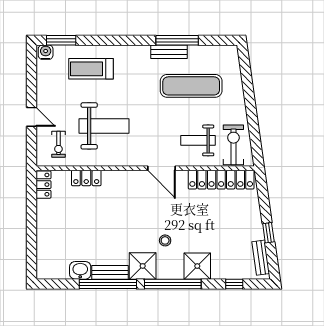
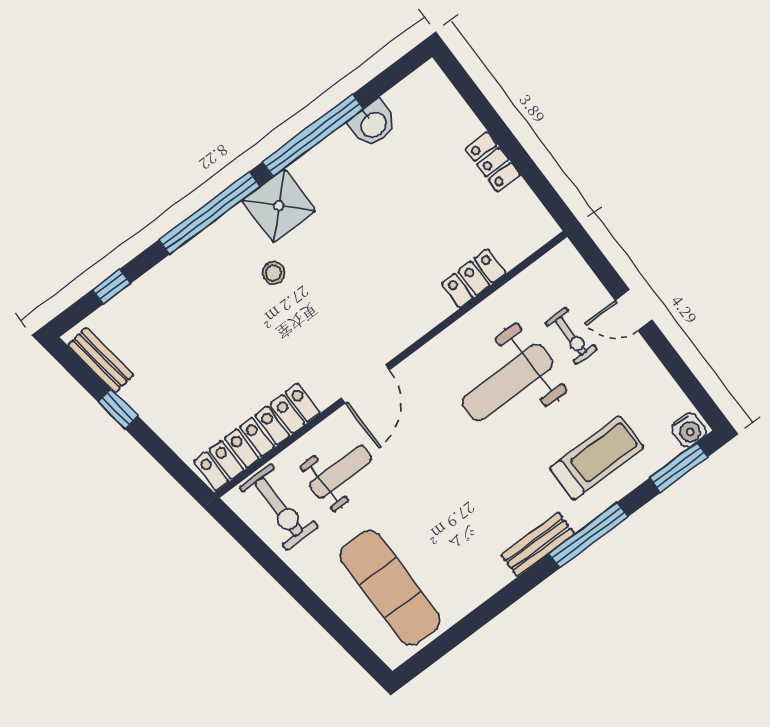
window: (177, 40) -> (588, 535), moved
bench: (169, 52) -> (538, 544), moved
exercise mat: (191, 86) -> (390, 588), moved, turned 90
exercise bike: (58, 144) -> (571, 336), moved, turned 180
door: (162, 168) -> (365, 384), swing flipped
locker: (44, 185) -> (493, 162), moved
shower: (197, 266) -> (192, 271), removed
bench: (110, 272) -> (323, 156), removed

